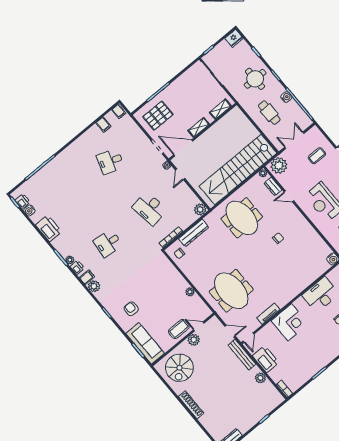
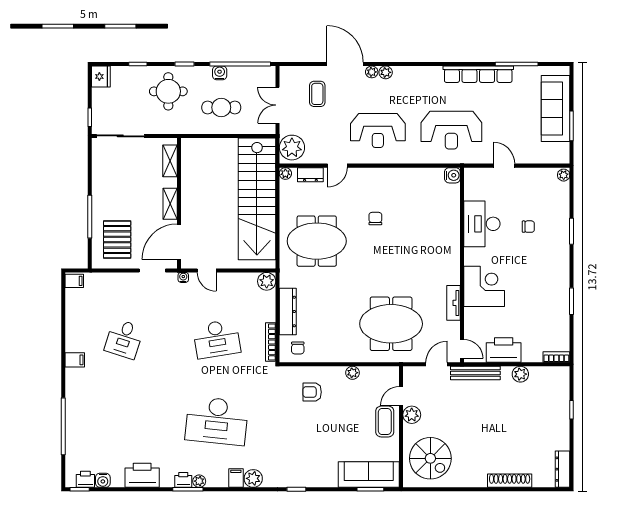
filing cabinet: (103, 125) -> (75, 360), moved
desk: (108, 243) -> (217, 421), width x1.87, depth x1.30
printer: (77, 267) -> (183, 480), moved
armchair: (131, 309) -> (312, 392), moved
shoe rack: (191, 405) -> (510, 481), moved

